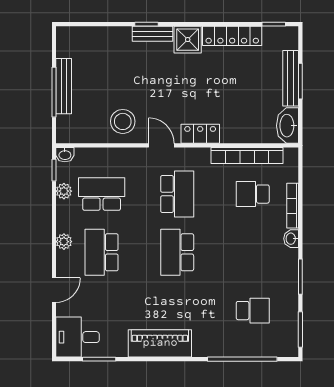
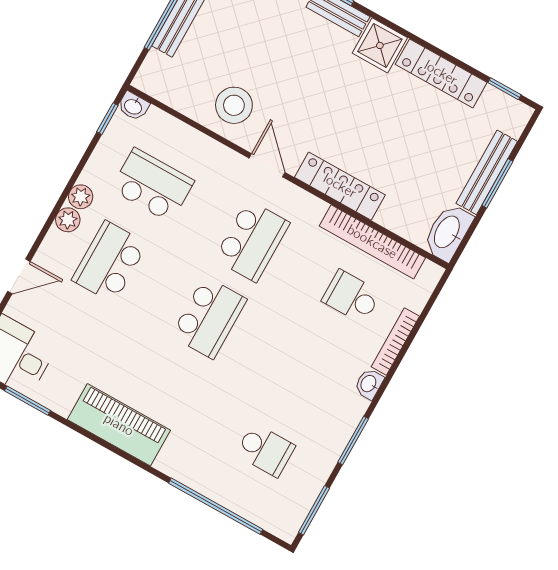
locker: (200, 134) -> (340, 186), width x1.53
plant: (64, 191) -> (81, 197), moved
school desk: (177, 252) -> (209, 318), turned 180

